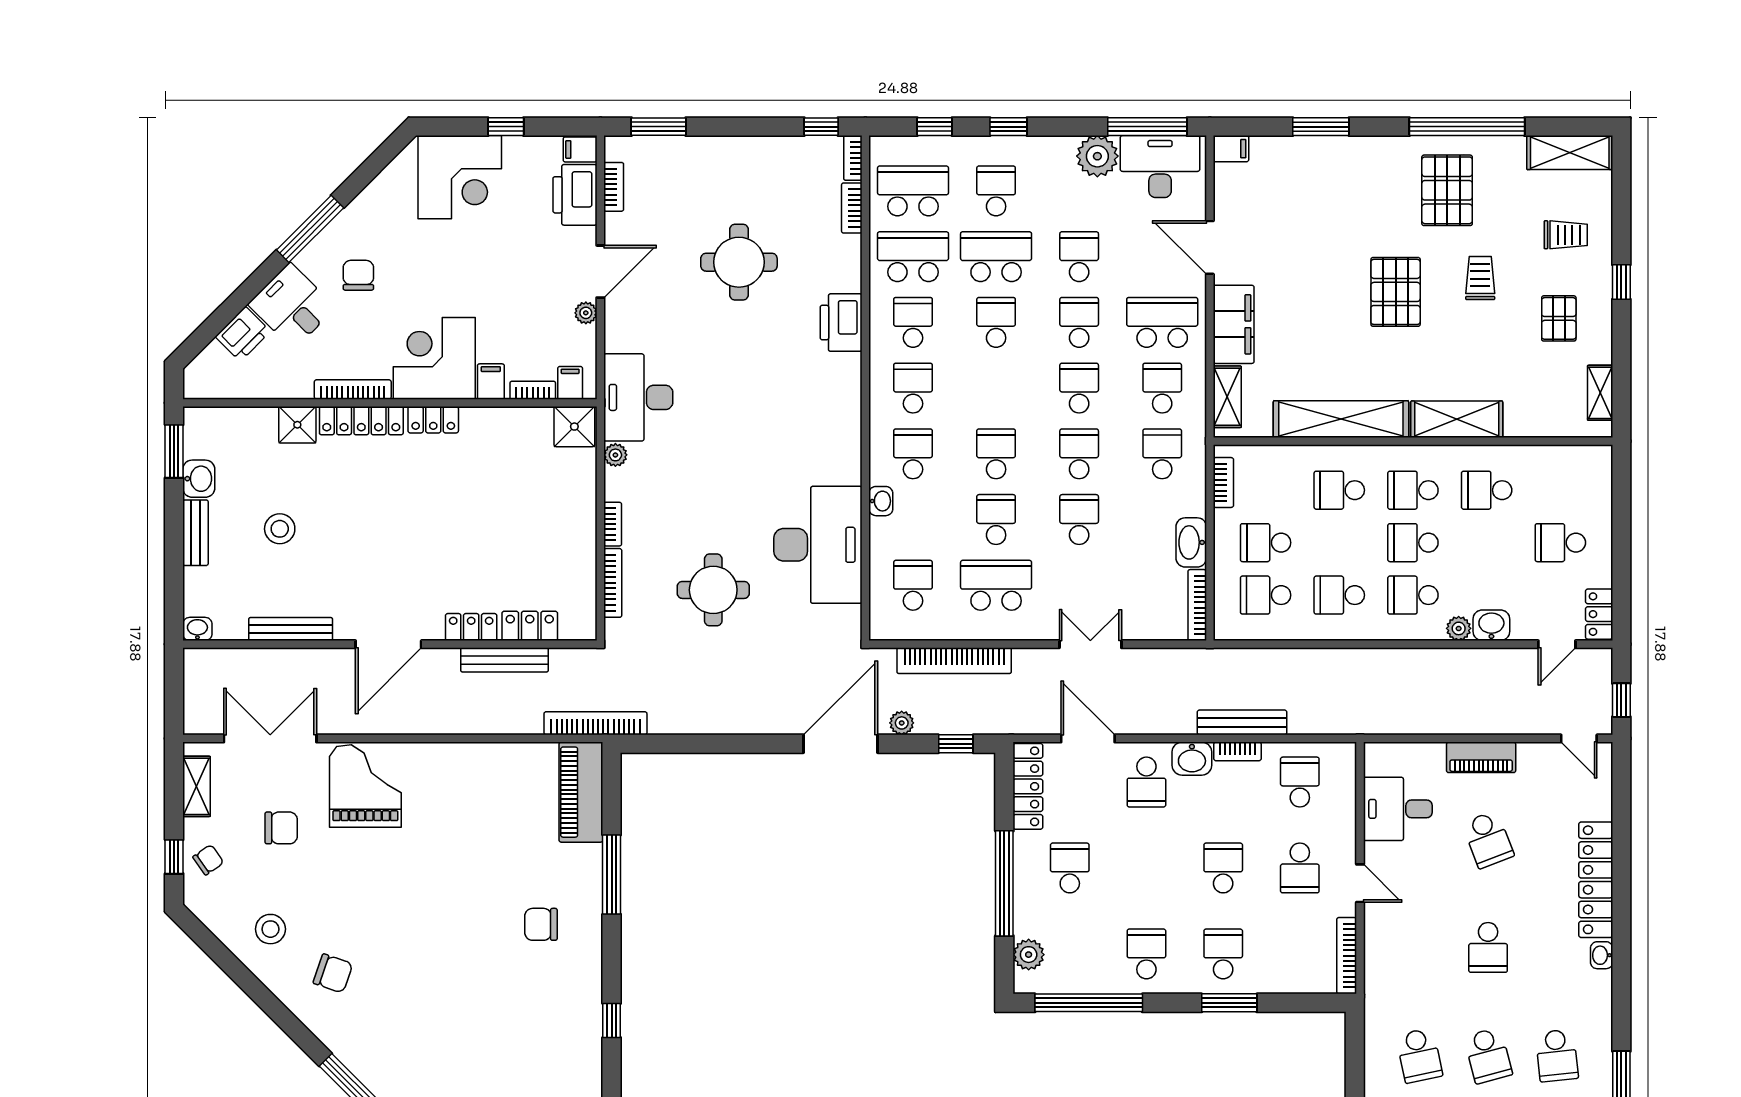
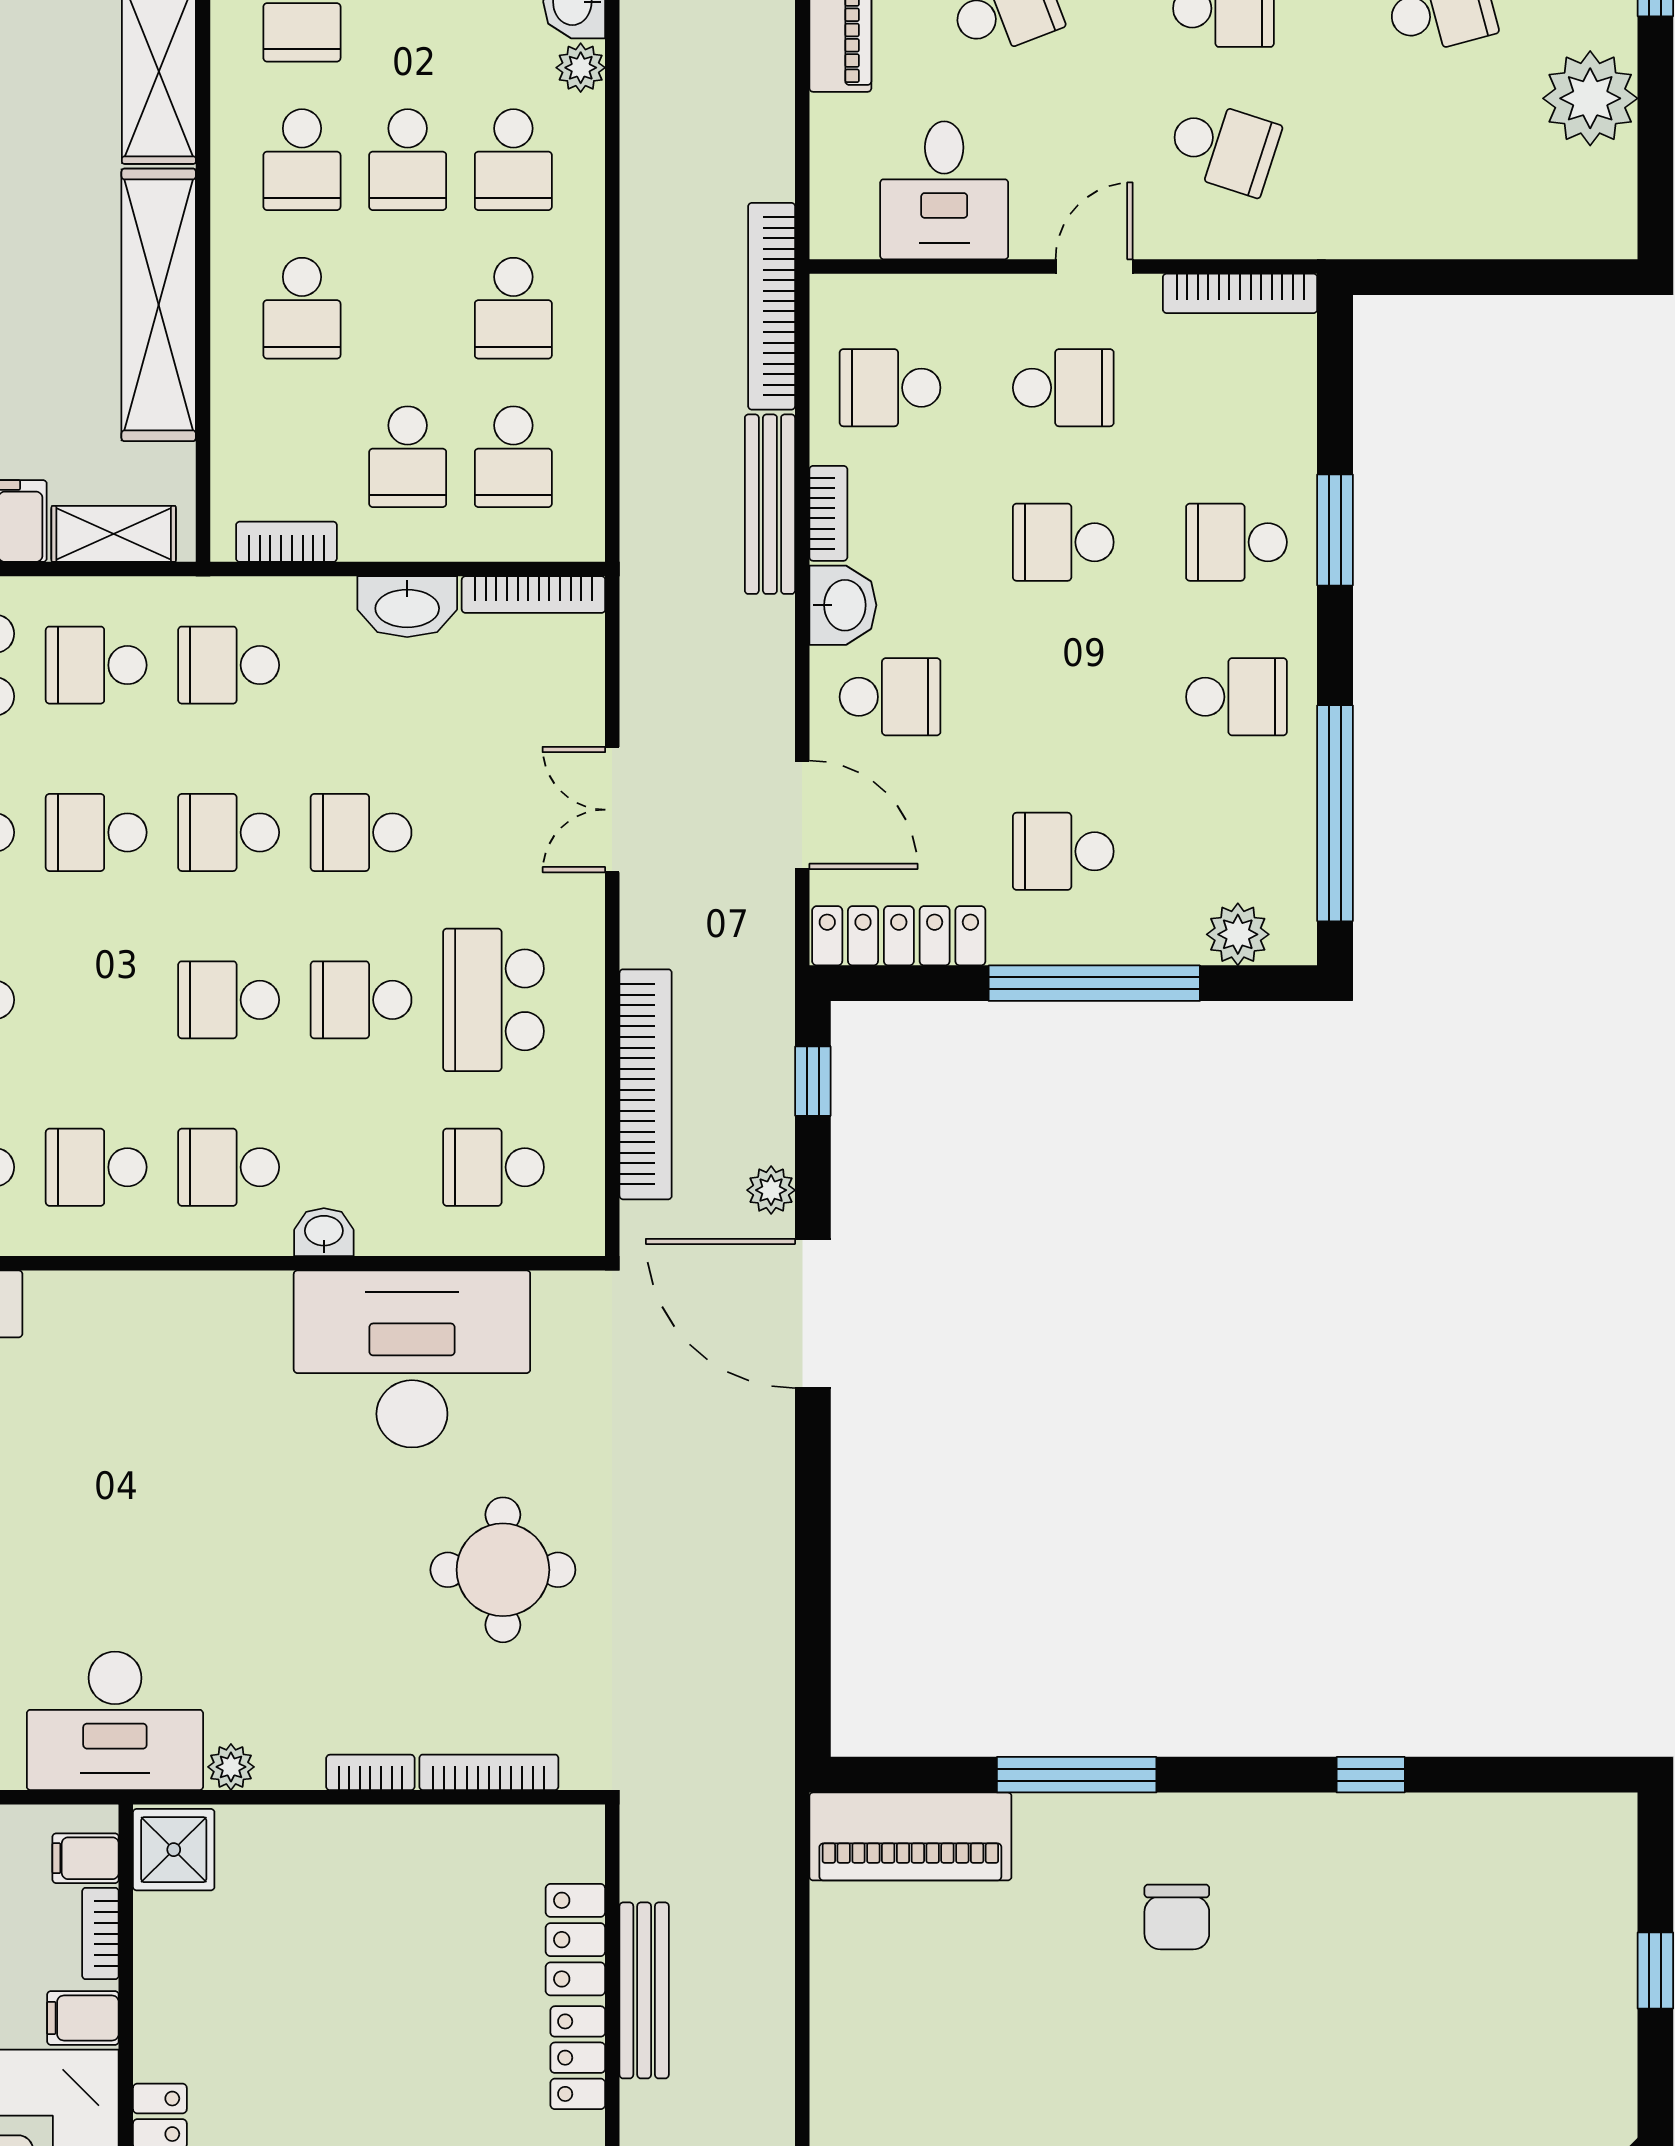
bookcase: (595, 723) -> (772, 306), moved
door: (1088, 738) -> (802, 815), swing flipped
school desk: (1146, 954) -> (1236, 697), turned 180
school desk: (1419, 1055) -> (1223, 147), moved, turned 30

